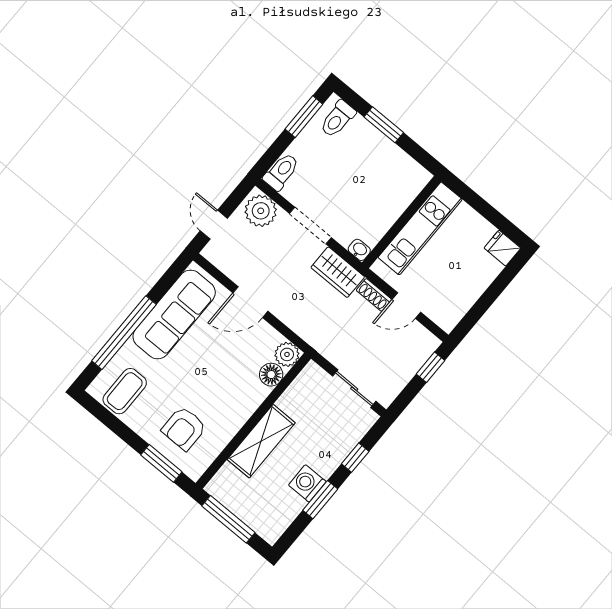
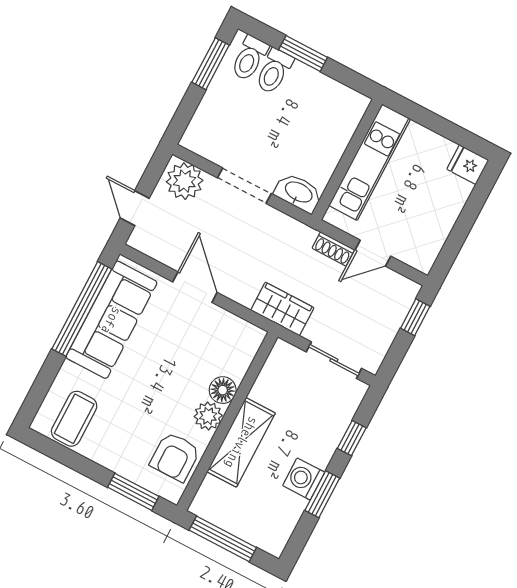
toilet: (281, 172) -> (274, 71), moved, turned 180
washbasin: (359, 250) -> (298, 193), width x1.91, depth x1.45
wardrobe: (338, 272) -> (282, 309), moved, turned 180
door: (250, 302) -> (195, 287), swing flipped
window: (124, 333) -> (82, 309), moved
plant: (287, 354) -> (208, 416), moved
floor lamp: (271, 375) -> (223, 390), moved
armchair: (184, 428) -> (175, 457), moved

